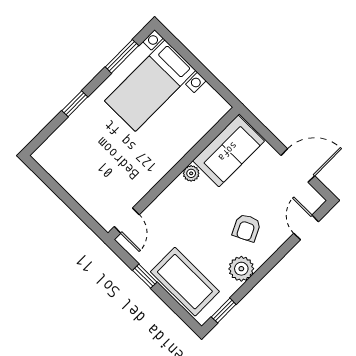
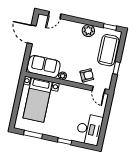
bed with nightstands: (150, 86) -> (38, 100), moved, turned 90
desk: (68, 160) -> (89, 129), added
door: (127, 221) -> (99, 90), swing flipped
armchair: (247, 228) -> (87, 75), moved

